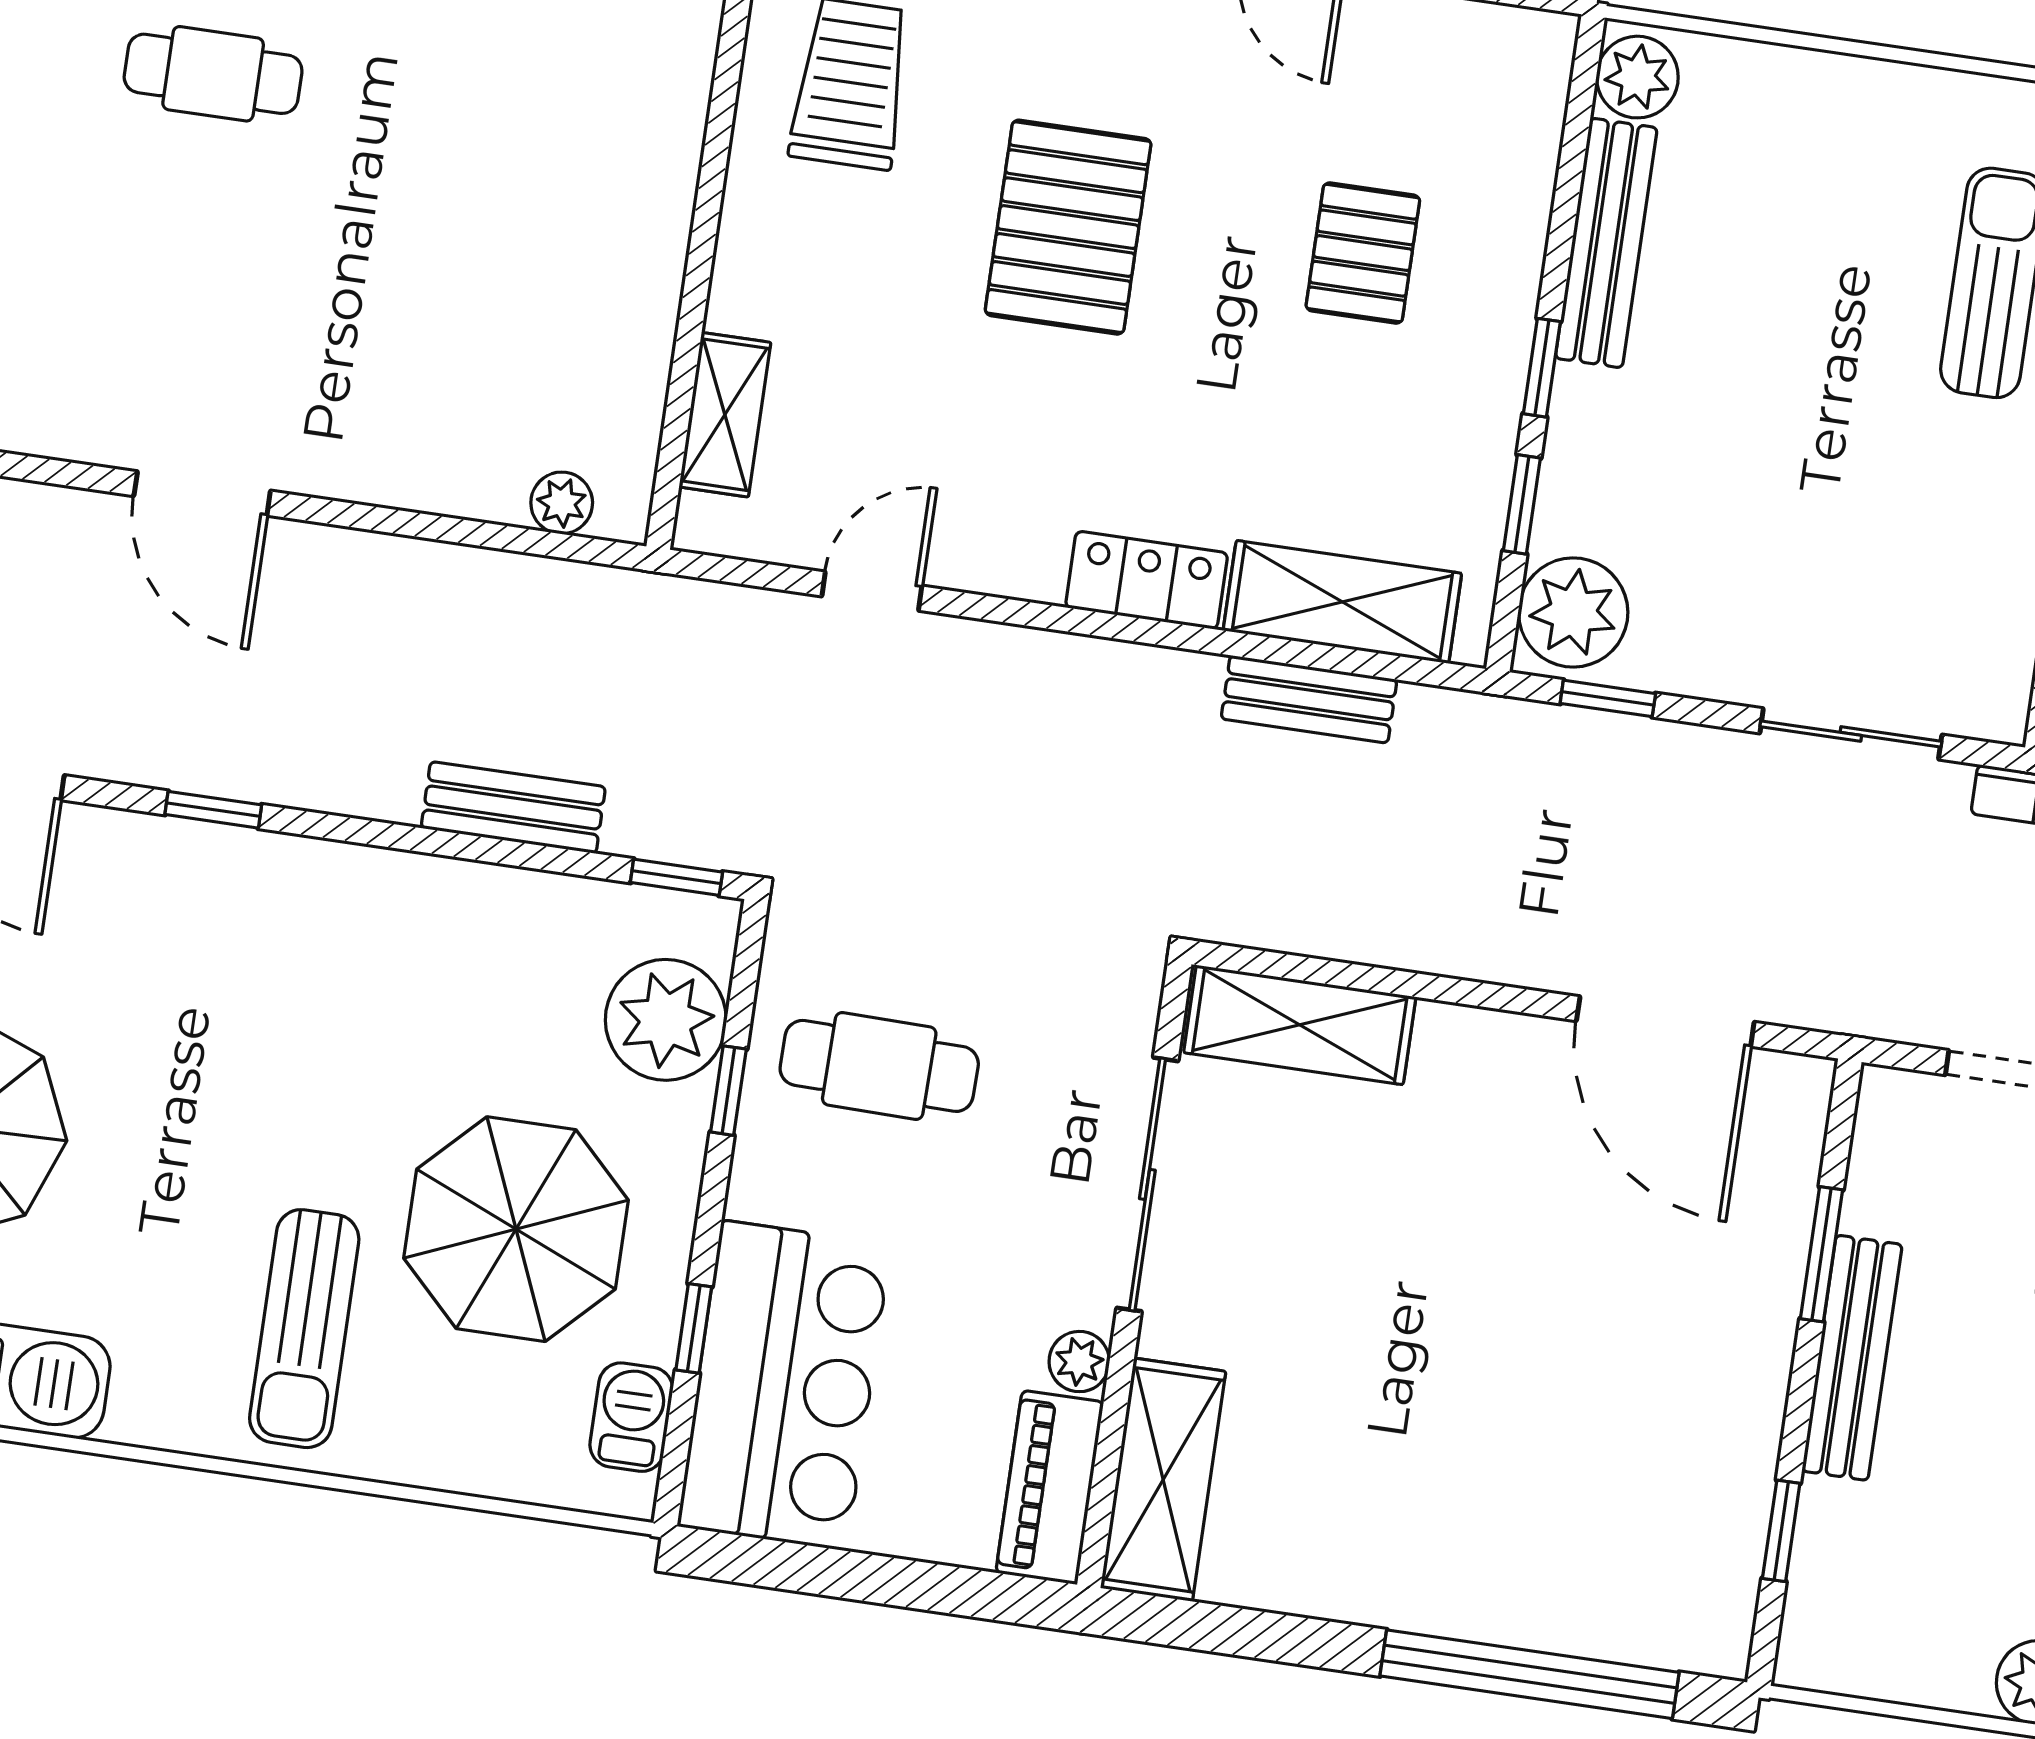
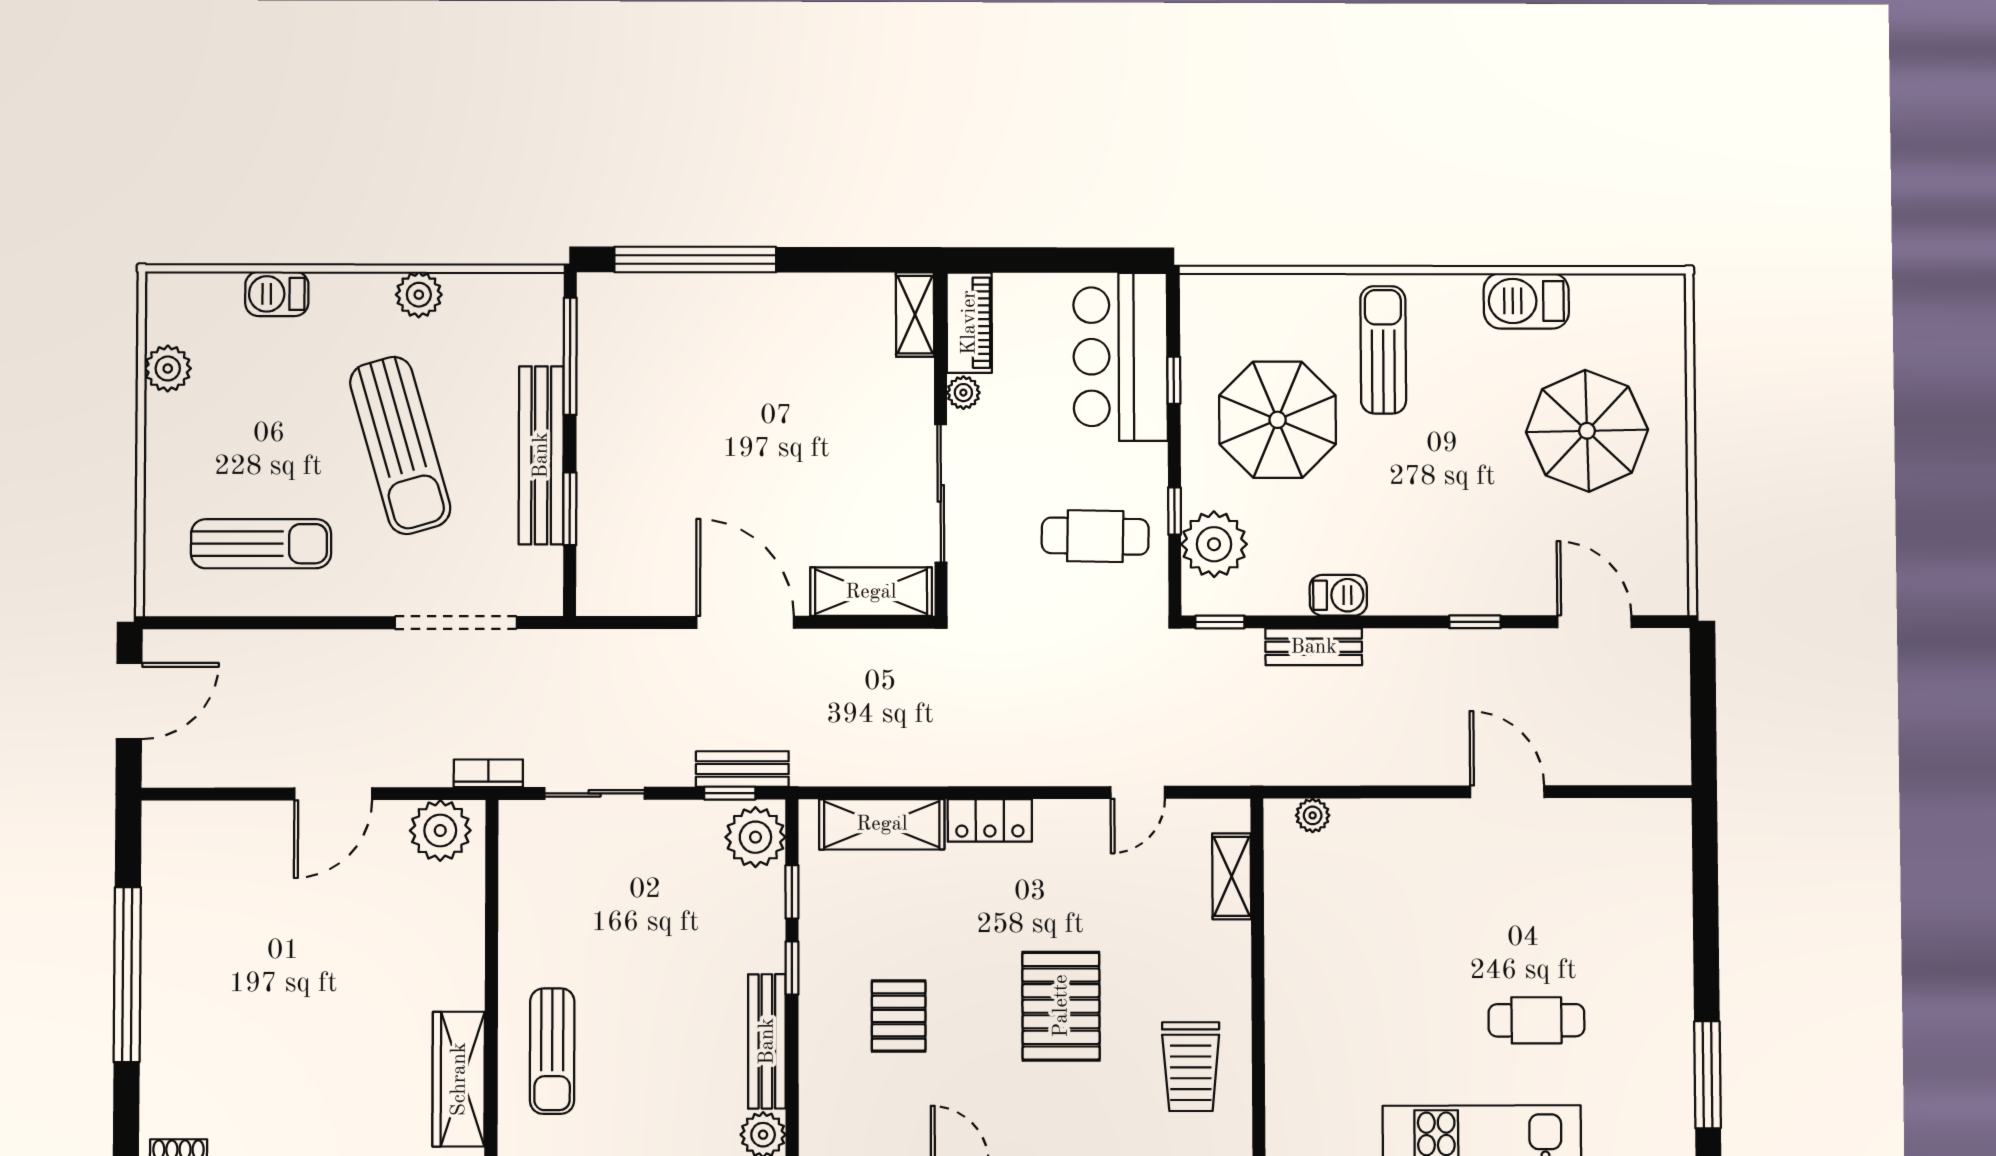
bench: (1309, 699) -> (742, 769), moved
door: (1665, 1021) -> (745, 622), moved
bench: (1852, 1358) -> (541, 455), width x1.37, depth x1.21
barbecue: (631, 1417) -> (1338, 595), moved, turned -90
shelving: (1163, 1480) -> (915, 315), width x0.67, depth x0.75
window: (1781, 1531) -> (570, 356), width x2.17

